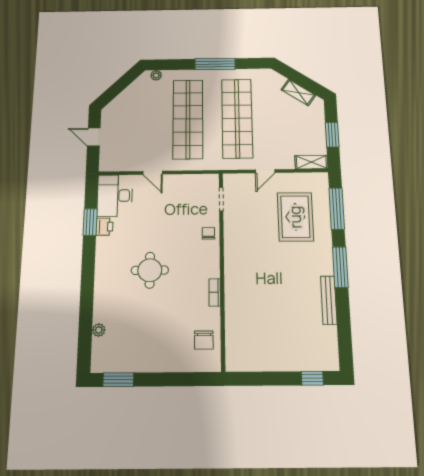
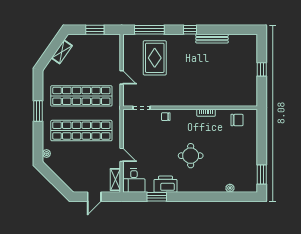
window: (215, 64) -> (38, 111), width x0.69
shelving: (311, 162) -> (115, 180), moved
door: (153, 173) -> (122, 155), hinge flipped
desk: (115, 196) -> (134, 181), width x0.73
rug: (295, 217) -> (155, 58), turned 90
printer: (104, 227) -> (165, 184), width x1.87, depth x1.48
window: (340, 267) -> (190, 30), width x0.46
window: (312, 378) -> (262, 69), moved

